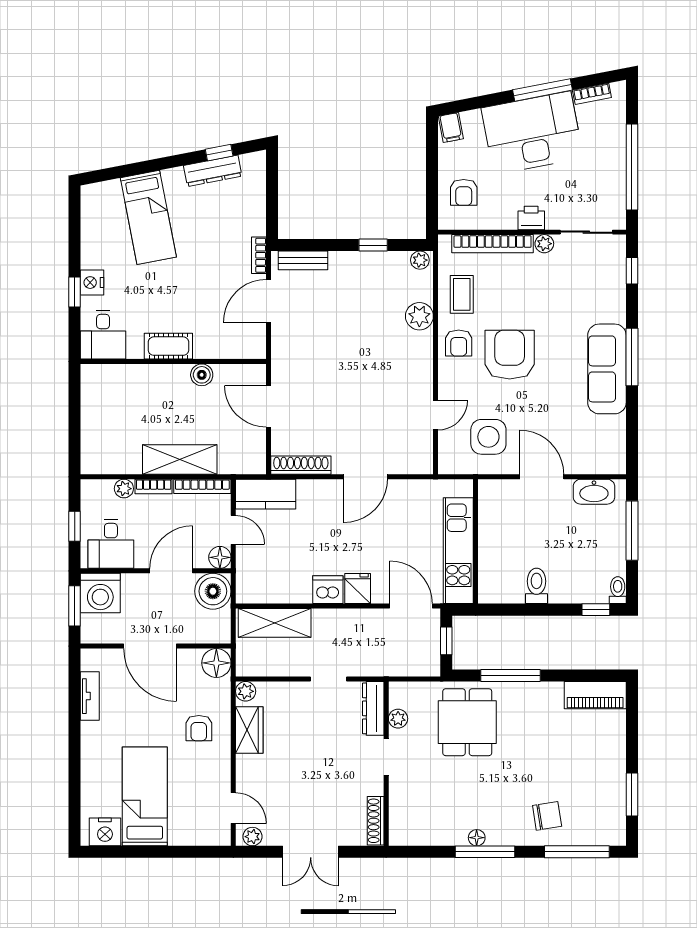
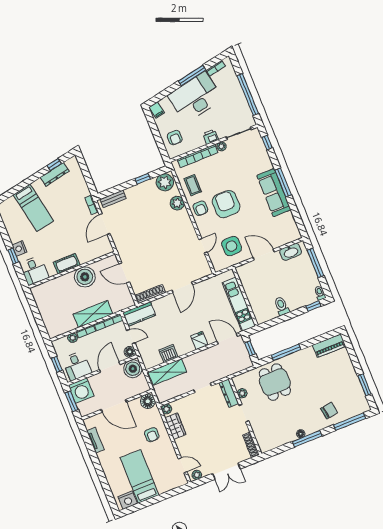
plant: (420, 260) -> (165, 182), width x1.88, depth x1.88
boiler: (202, 375) -> (85, 277), width x1.86, depth x1.86
dishwasher: (328, 590) -> (168, 354), moved

